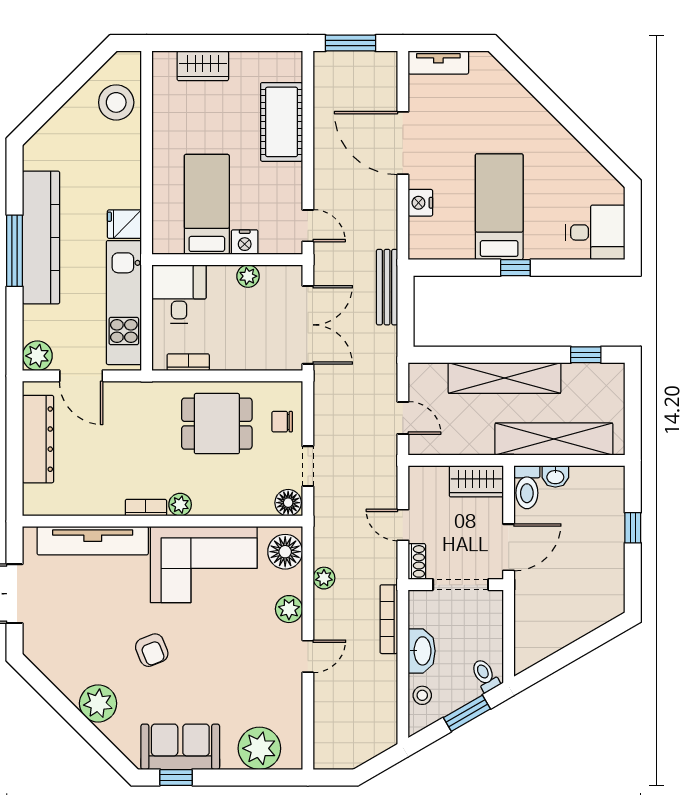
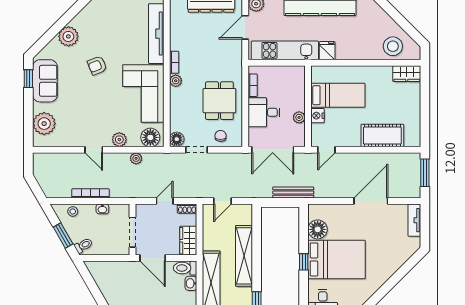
wardrobe: (203, 66) -> (407, 74), moved, turned -90
nightstand: (420, 203) -> (339, 211), removed
bed: (499, 207) -> (337, 259), width x1.50
floor lamp: (455, 242) -> (318, 229), added
desk: (179, 294) -> (264, 112), moved, turned 180
shoe rack: (417, 561) -> (187, 209), moved
bookcase: (389, 619) -> (90, 193), moved
washbasin: (422, 651) -> (102, 209), width x0.52, depth x0.69

